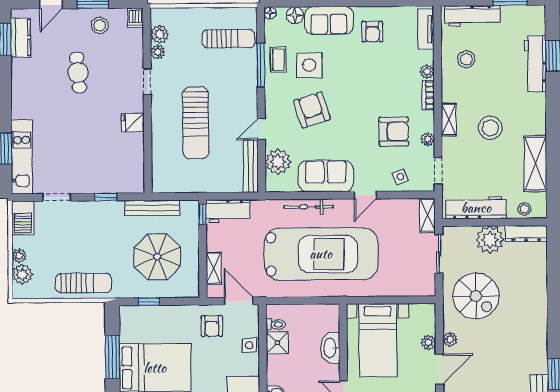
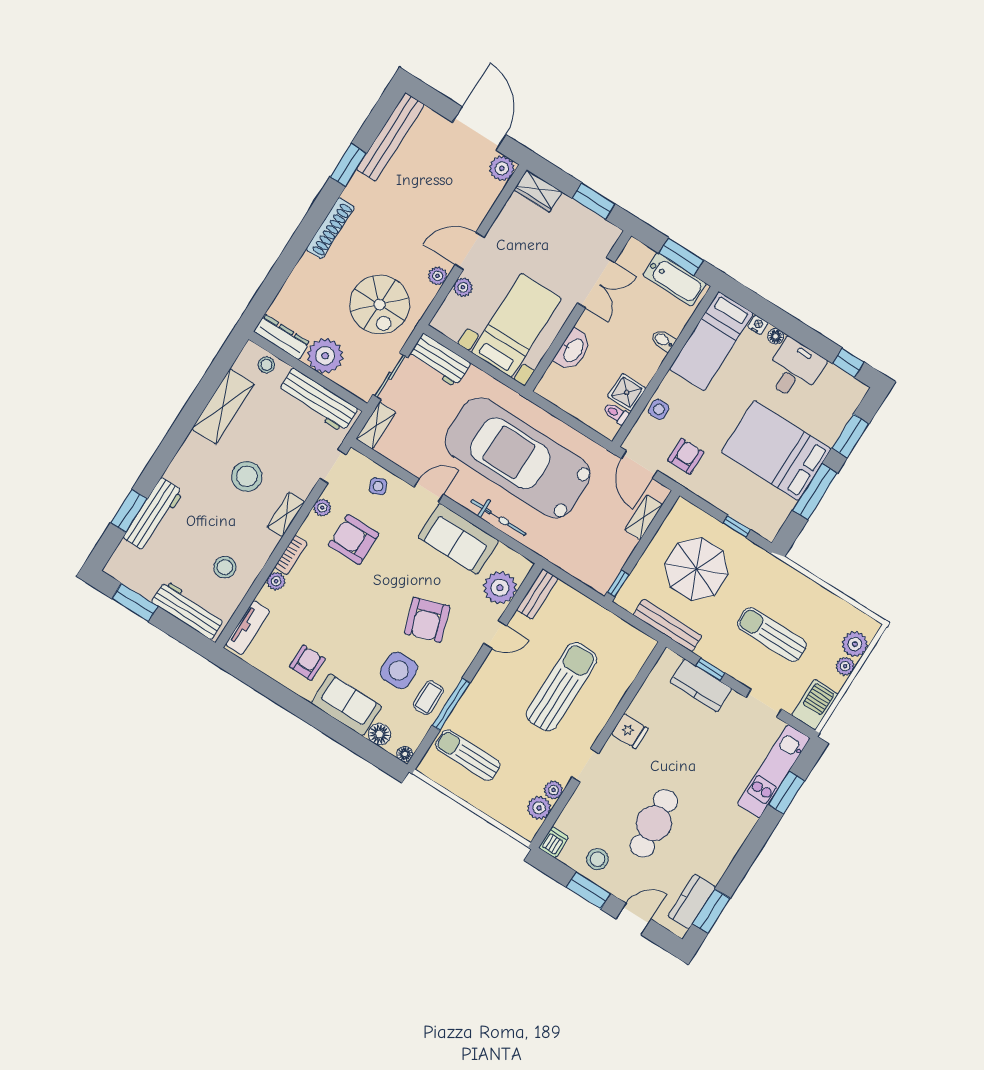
cafe table: (78, 73) -> (654, 823), width x1.37, depth x1.35
bench: (251, 166) -> (537, 594), width x0.73
kitchen counter: (105, 182) -> (701, 685), added
workbench: (228, 211) -> (439, 360), moved, turned 180
sun lounger: (84, 283) -> (772, 635), moved
spiral stairs: (476, 296) -> (380, 305), turned 180
shoe rack: (540, 325) -> (330, 228), added

